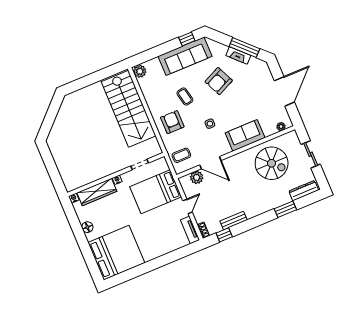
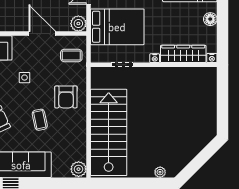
plant: (77, 95) -> (160, 172), added
plant: (197, 177) -> (78, 24), moved

